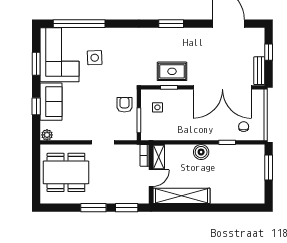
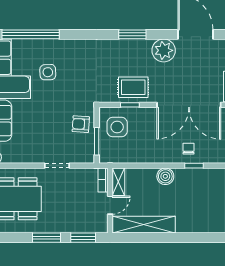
plant: (200, 38) -> (164, 50), added
armchair: (124, 105) -> (81, 124), turned -86
side table: (157, 107) -> (117, 127), width x1.87, depth x1.87
chair: (244, 127) -> (188, 149), moved

